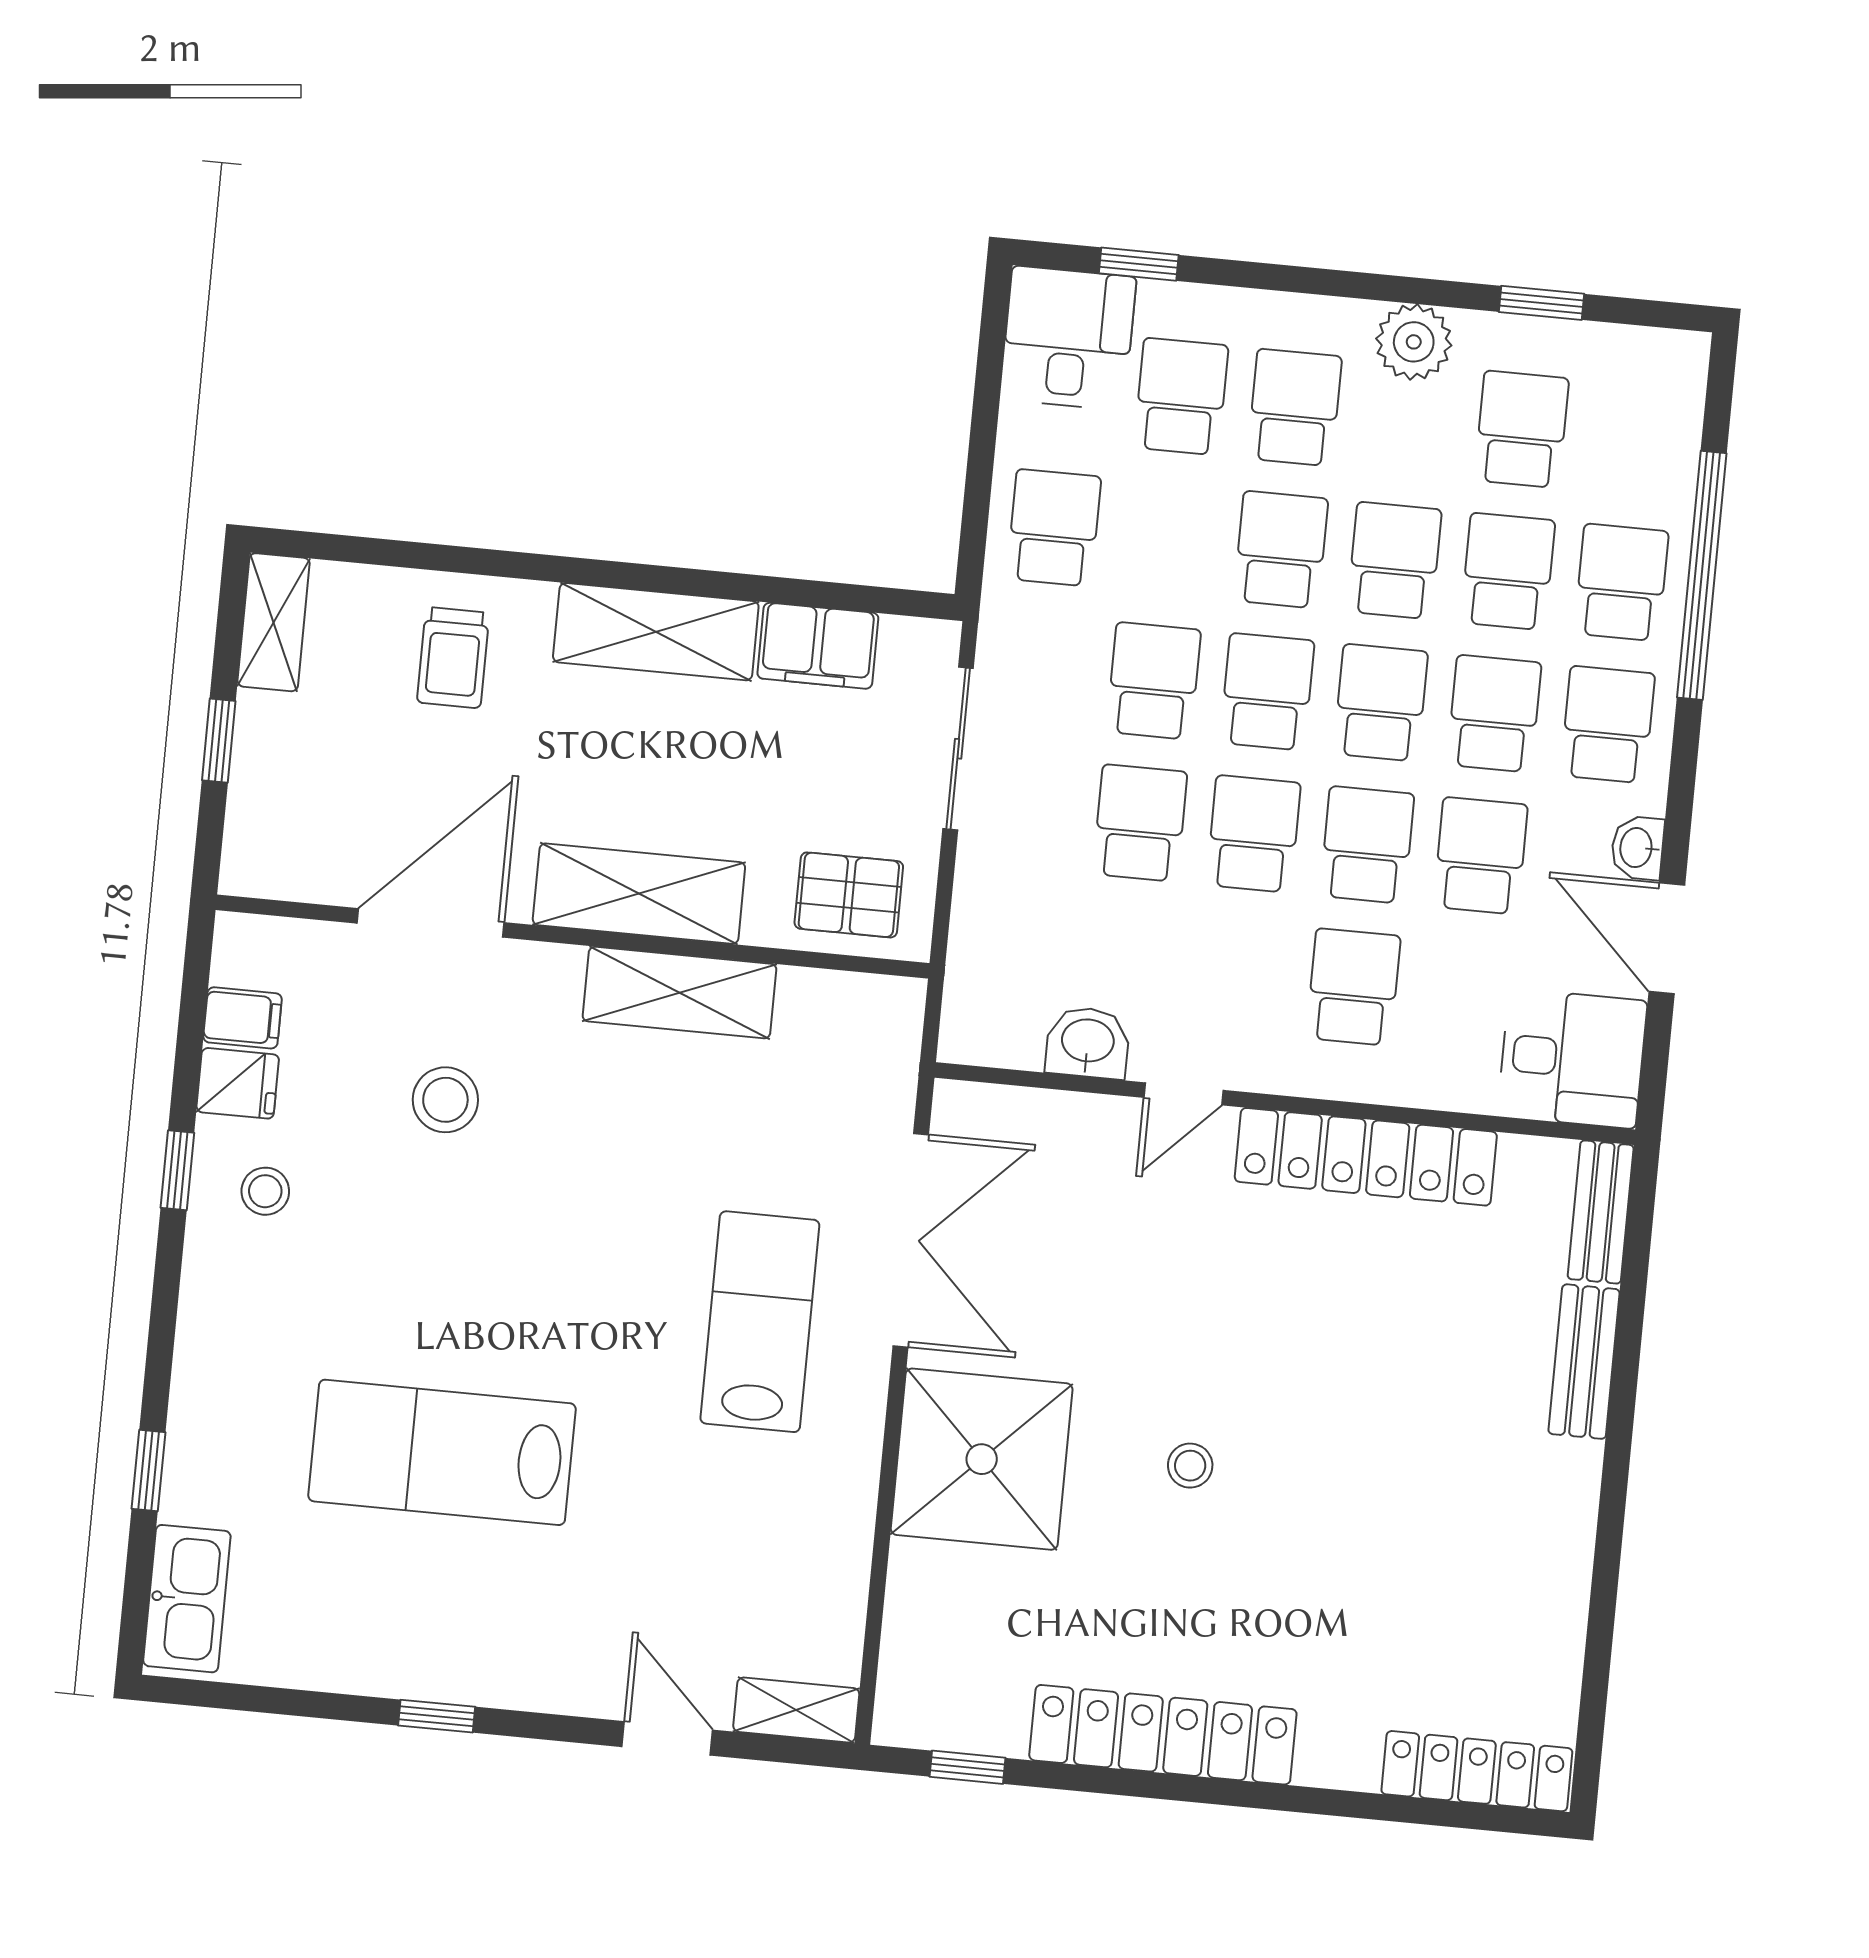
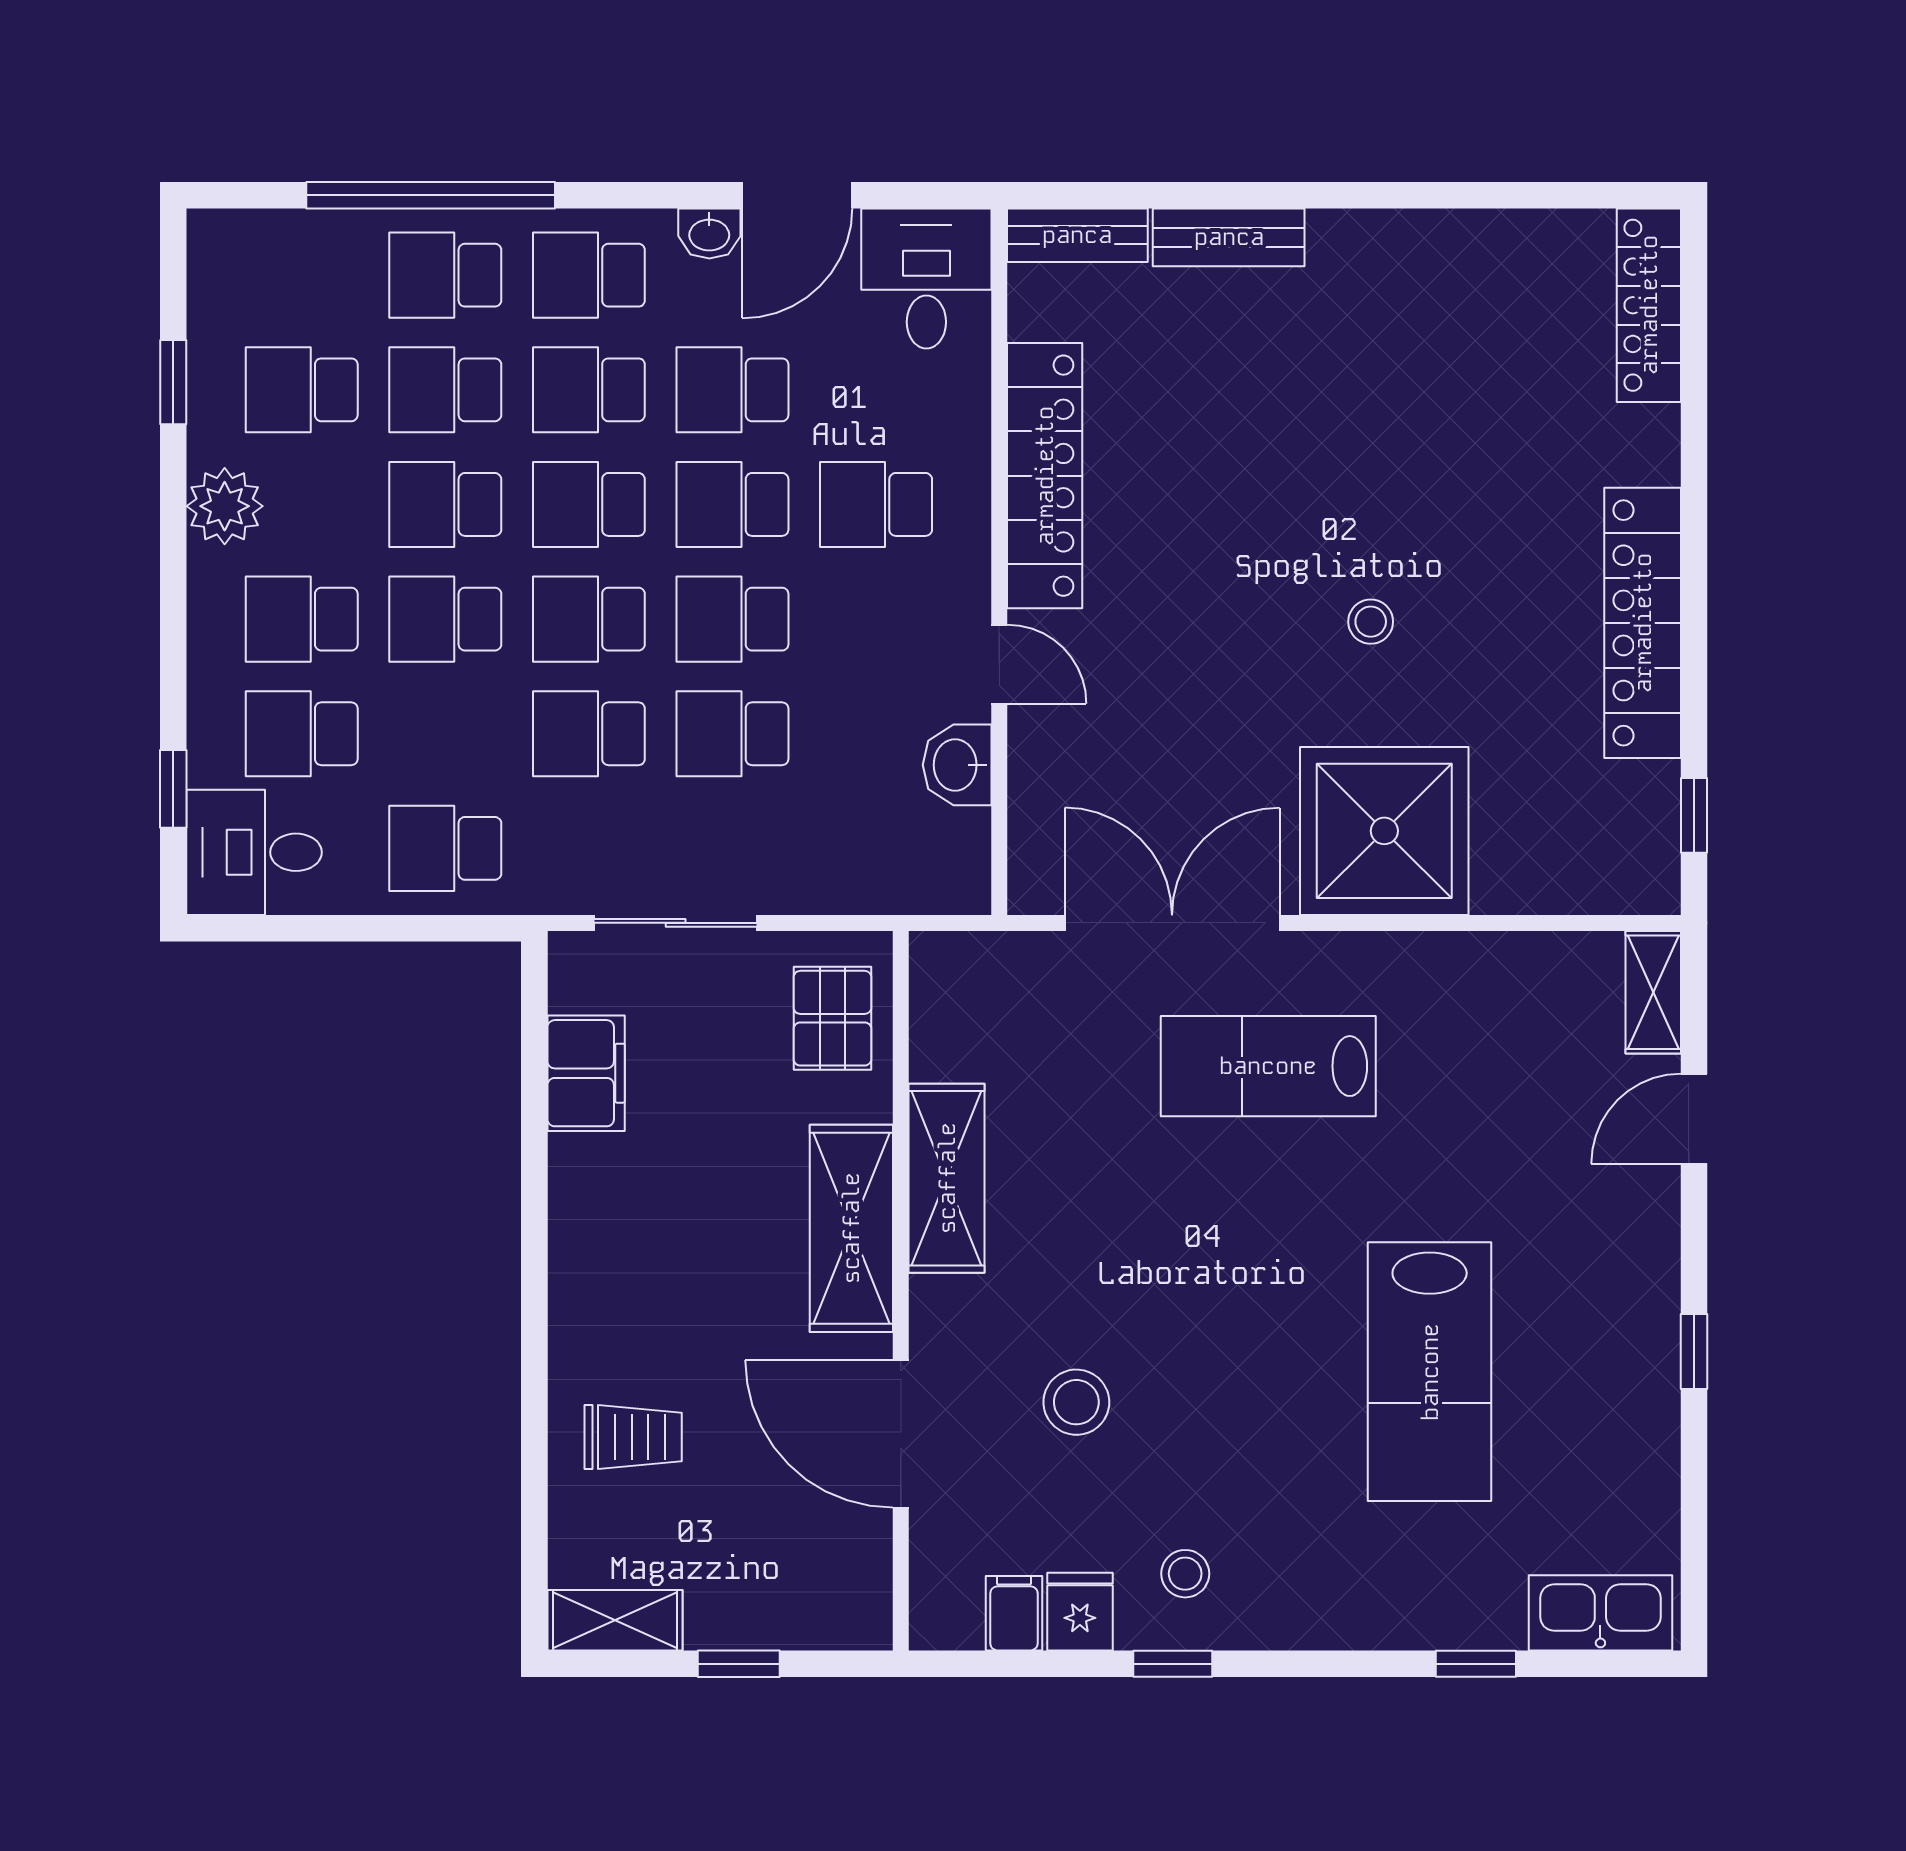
shelving: (656, 632) -> (588, 1237), removed

